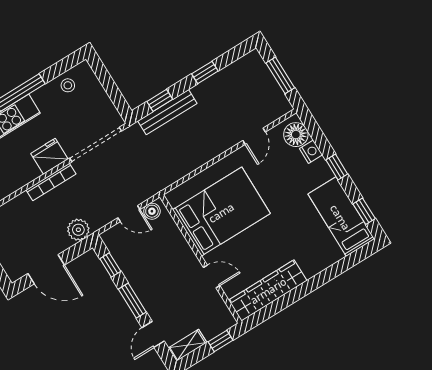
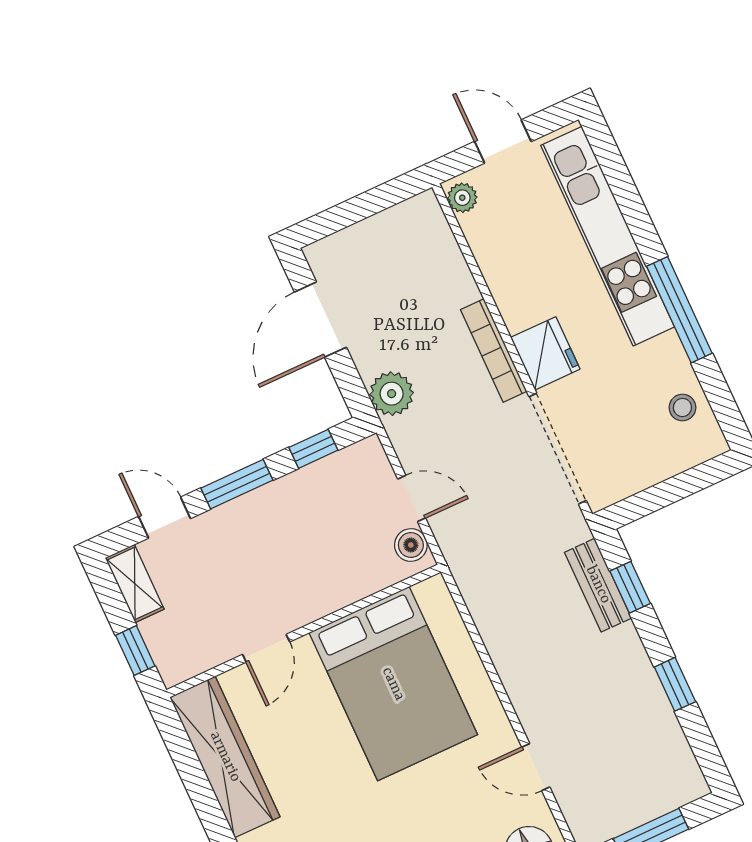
bench: (167, 112) -> (598, 585), width x0.73
door: (129, 214) -> (412, 498), swing flipped

